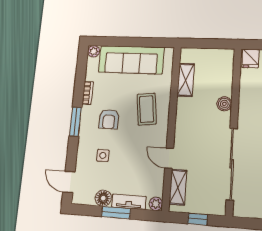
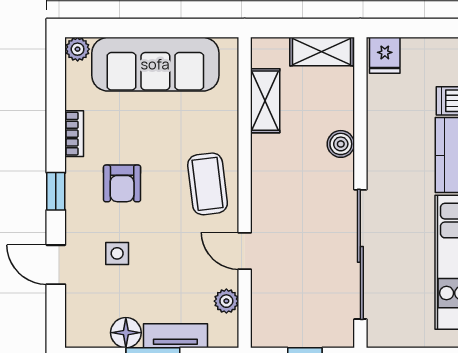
coffee table: (147, 109) -> (208, 184), moved
window: (76, 122) -> (56, 191), width x0.67
door: (69, 182) -> (56, 265), moved
shelving: (178, 187) -> (322, 52), moved, turned 90
plant: (156, 204) -> (226, 301), moved

